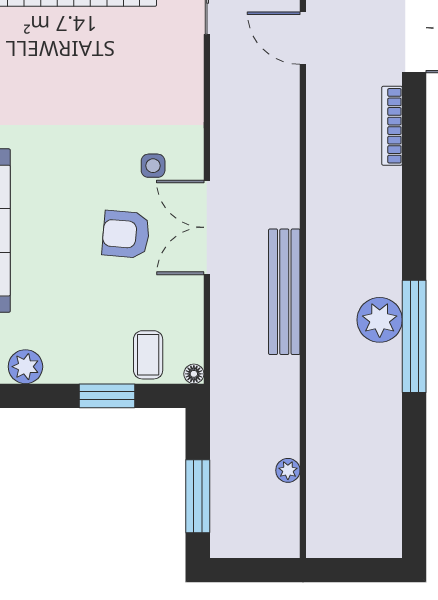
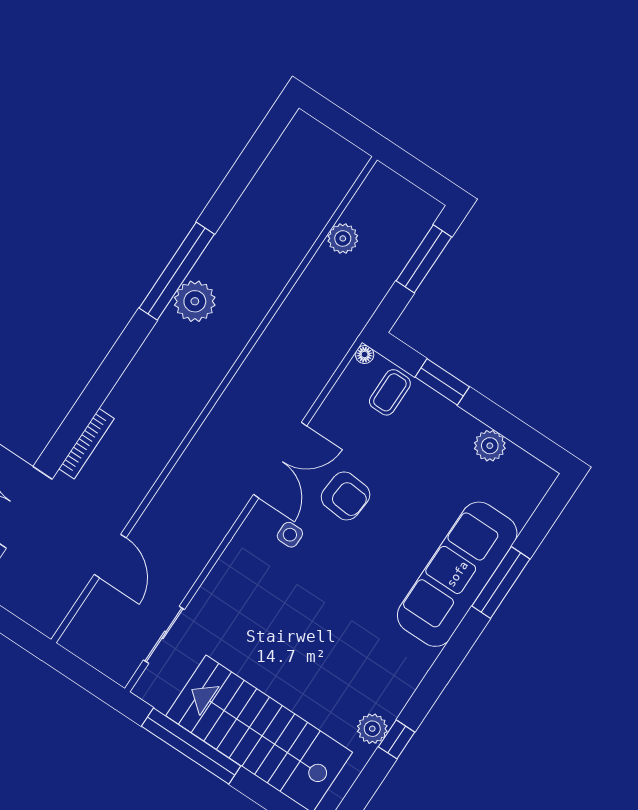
bench: (284, 292) -> (253, 371), removed
plant: (288, 470) -> (343, 238), width x1.38, depth x1.38

